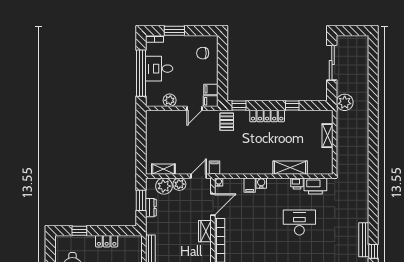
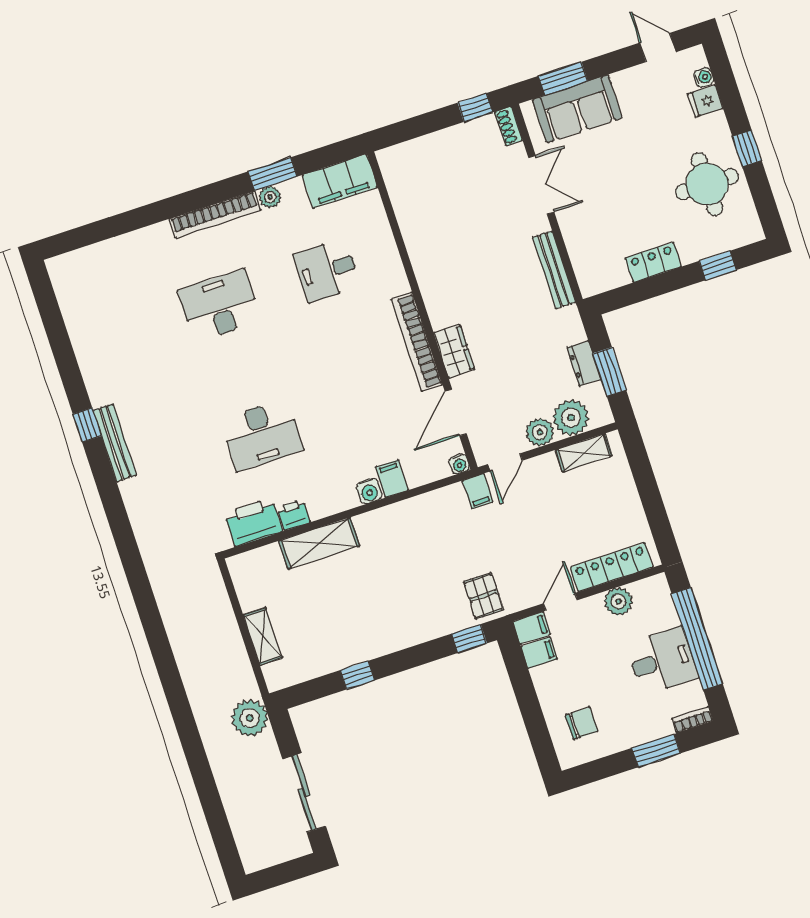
locker: (267, 116) -> (612, 567), moved

